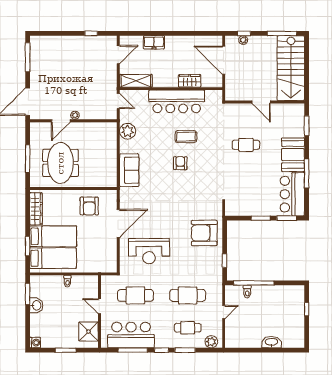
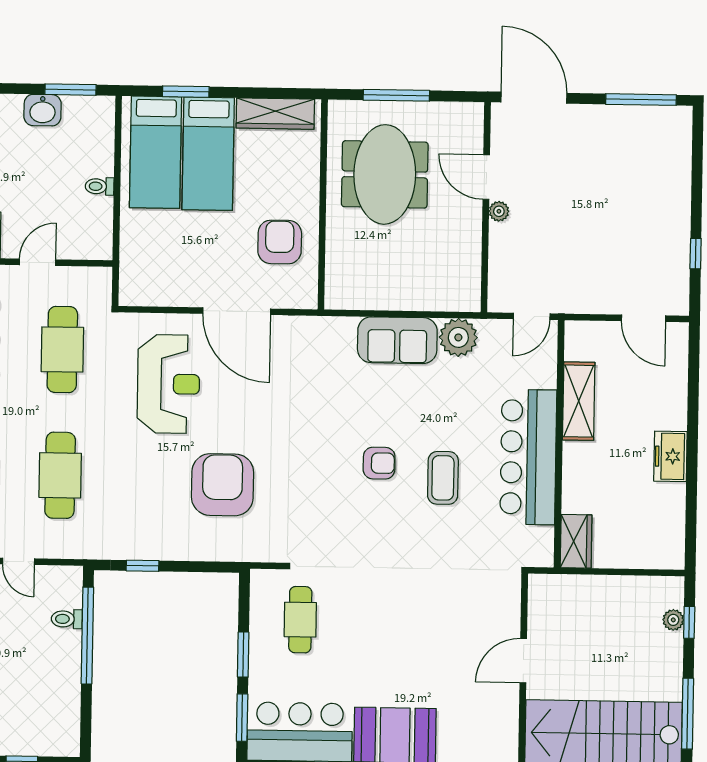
freezer: (154, 42) -> (670, 456), moved
door: (224, 60) -> (625, 572), removed
shelving: (136, 81) -> (579, 401), moved
wardrobe: (190, 81) -> (576, 541), moved
cafe table: (246, 145) -> (300, 620), moved
meeting table: (60, 163) -> (385, 174), turned 90
sofa: (129, 170) -> (397, 340), moved
armchair: (89, 206) -> (280, 242), turned 90
armchair: (204, 233) -> (223, 485), moved
reception desk: (149, 251) -> (168, 384), turned 180

